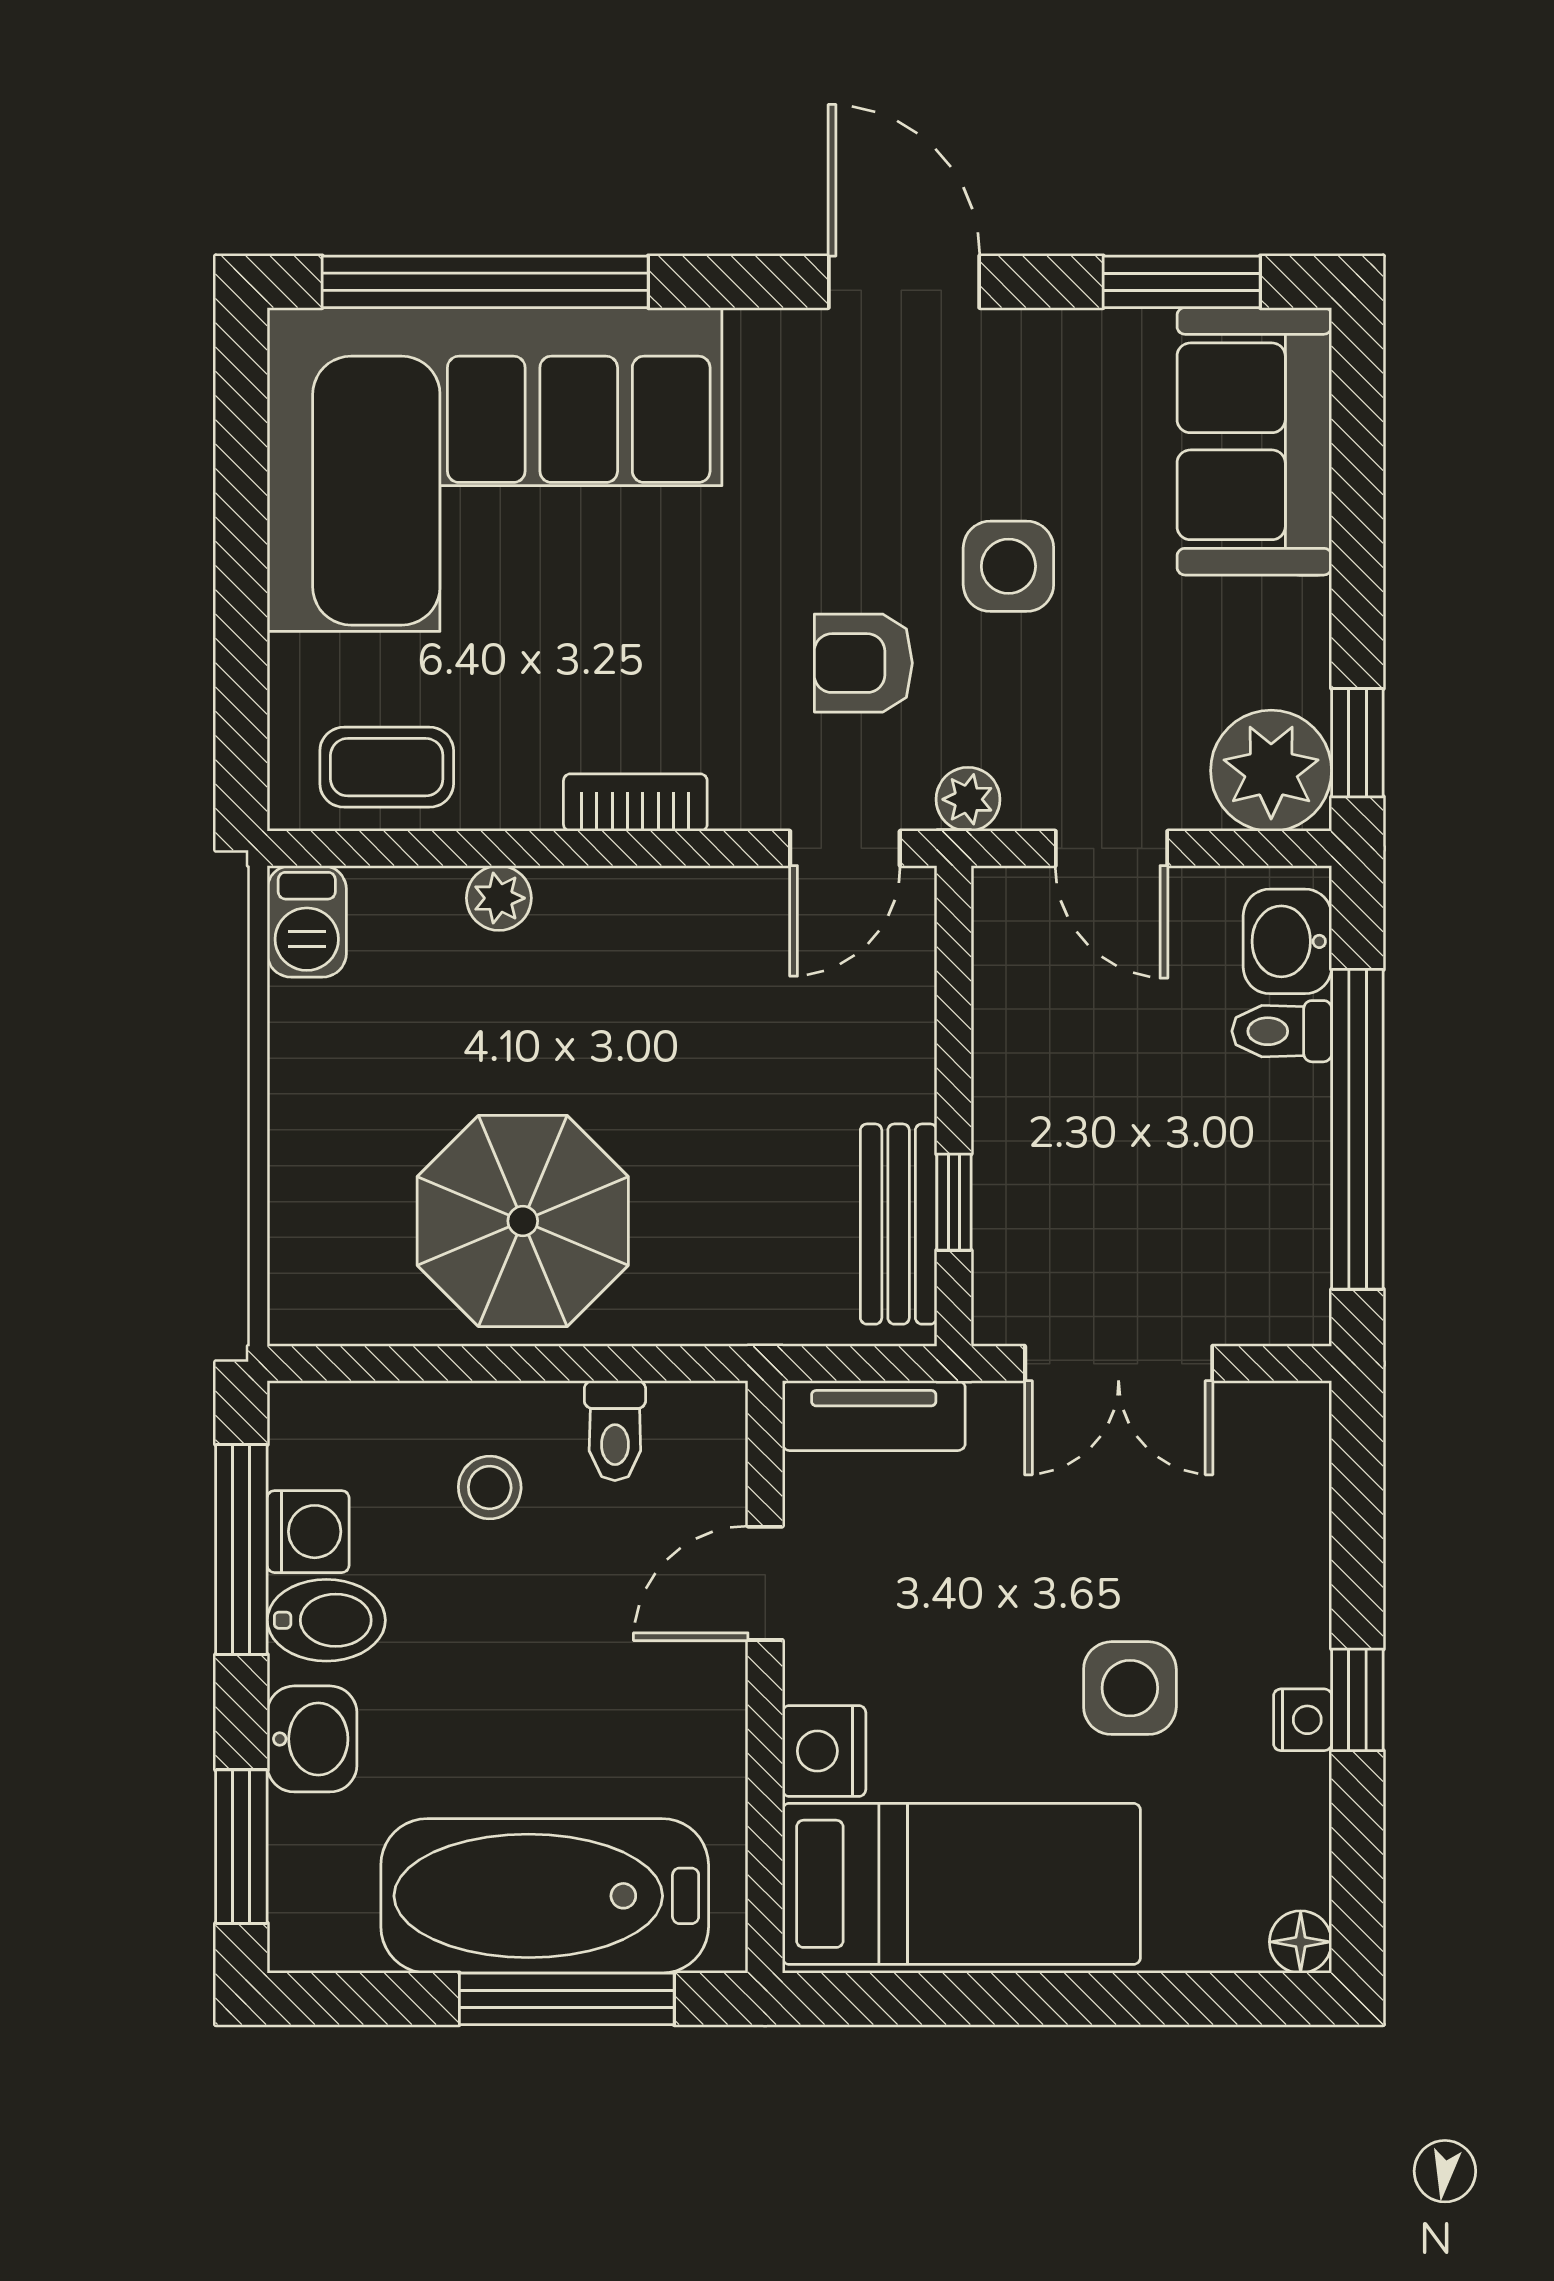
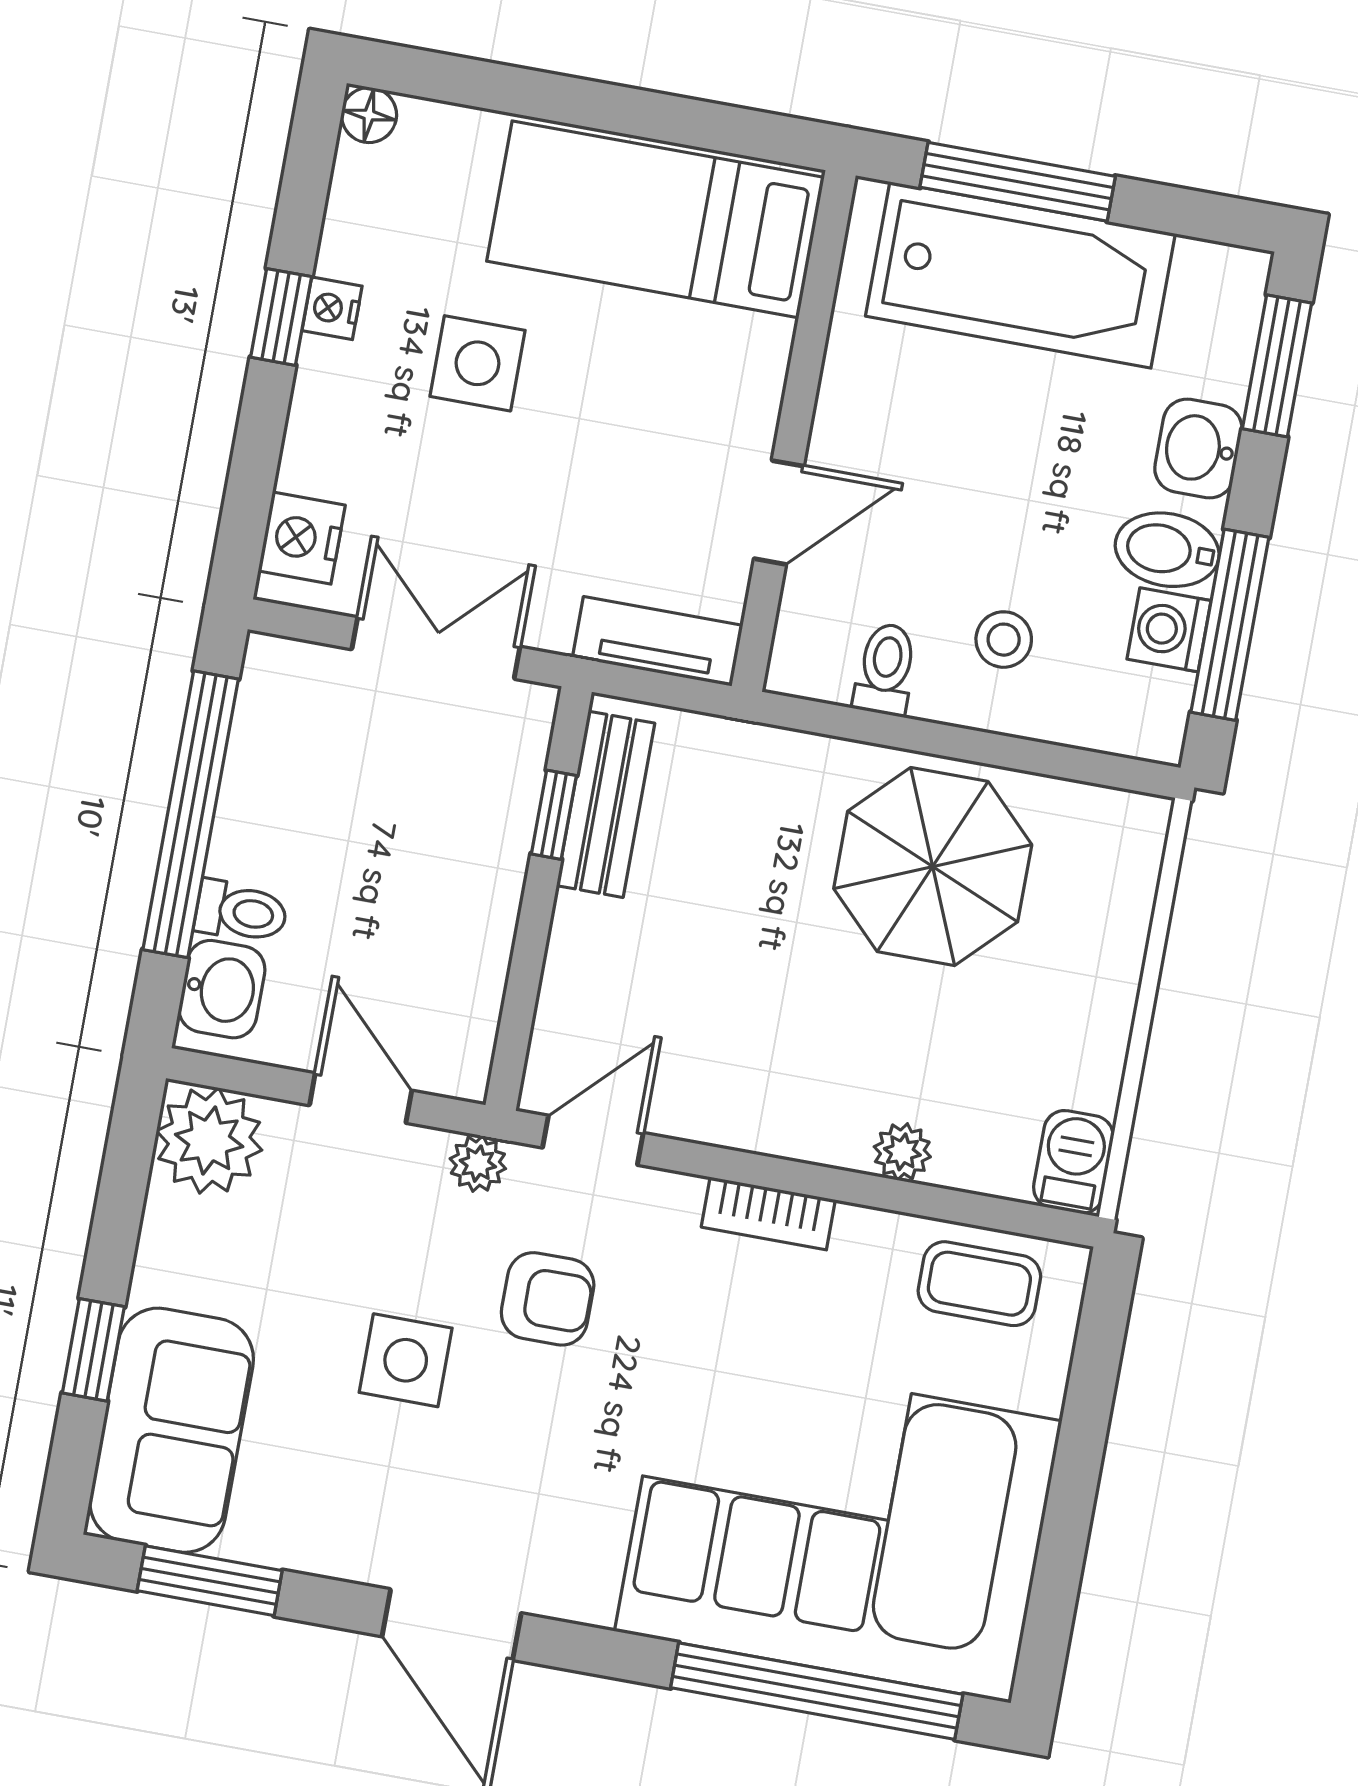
window: (1357, 743) -> (93, 1350), moved
nightstand: (824, 1751) -> (302, 538), moved, turned 180

